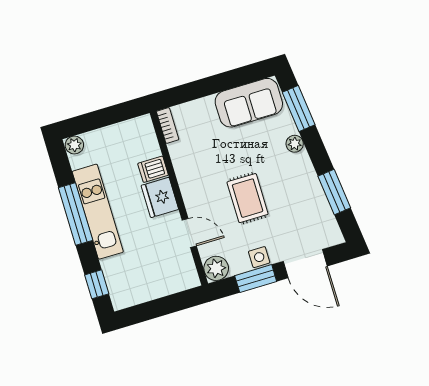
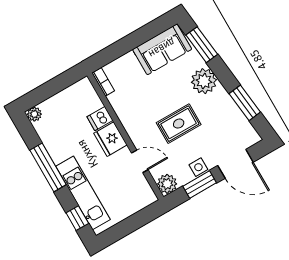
plant: (295, 144) -> (204, 81), width x1.88, depth x1.88
rug: (248, 198) -> (179, 124), turned 90
kitchen unit: (98, 212) -> (83, 193), moved

